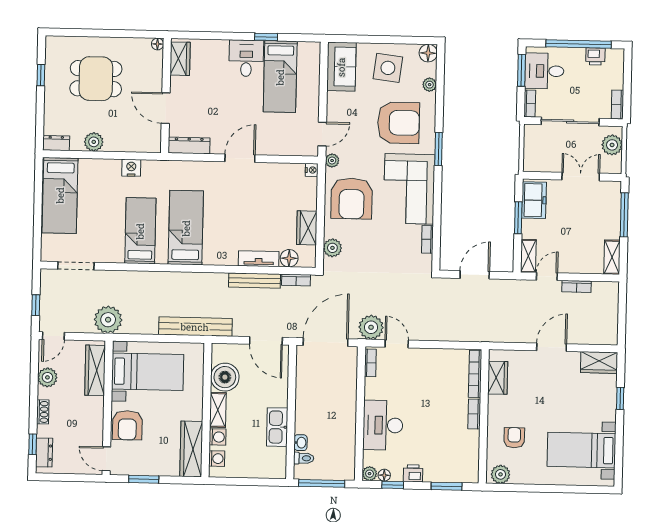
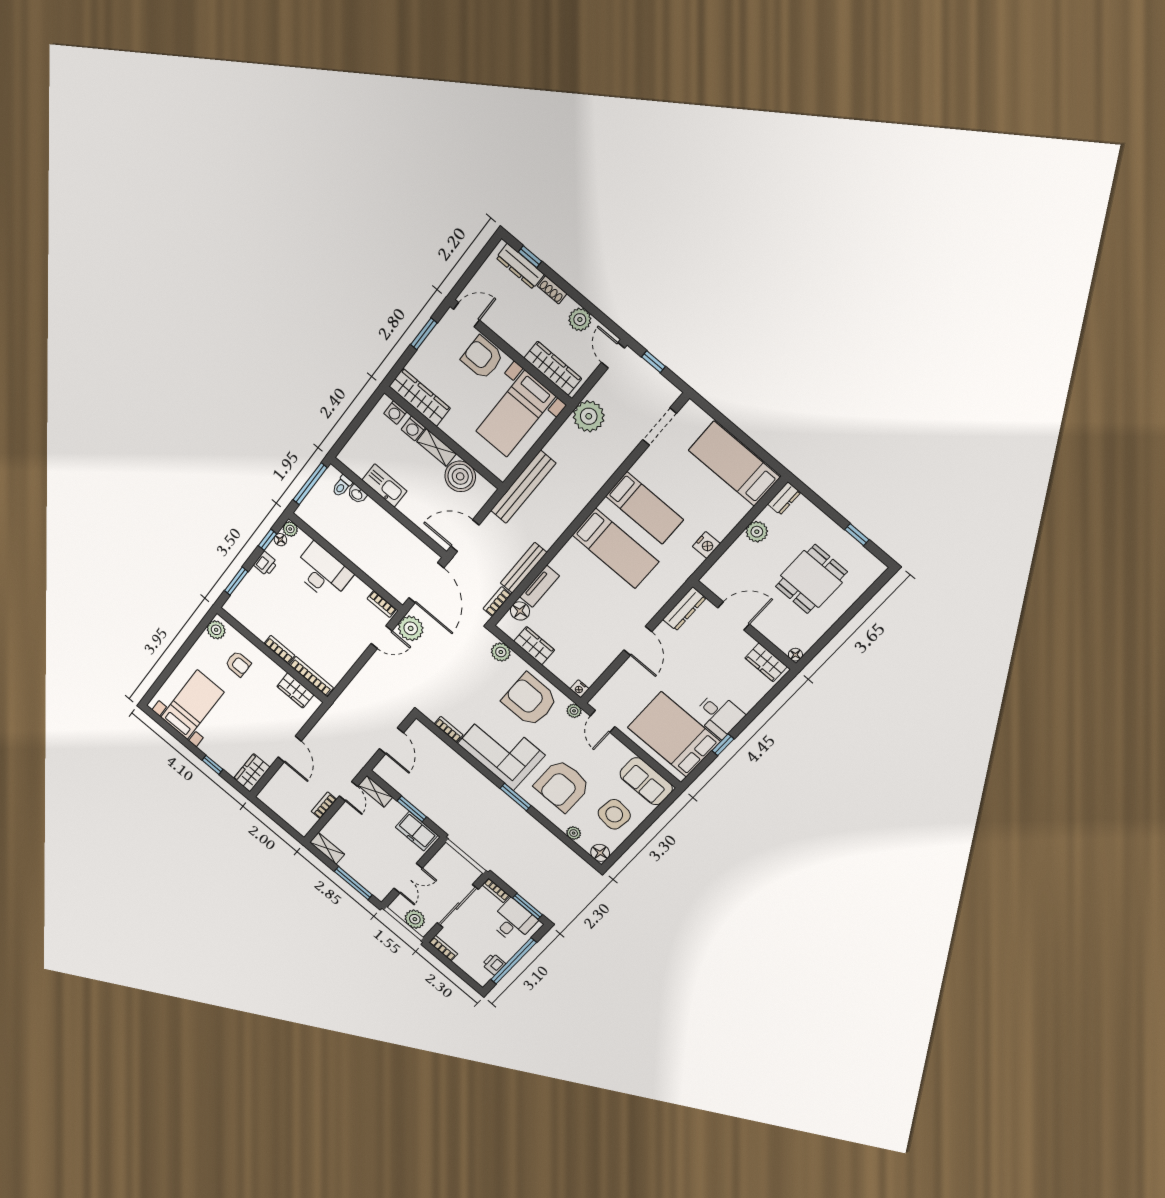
bed: (280, 77) -> (674, 734), width x1.50
dresser: (44, 453) -> (520, 266), width x1.44

